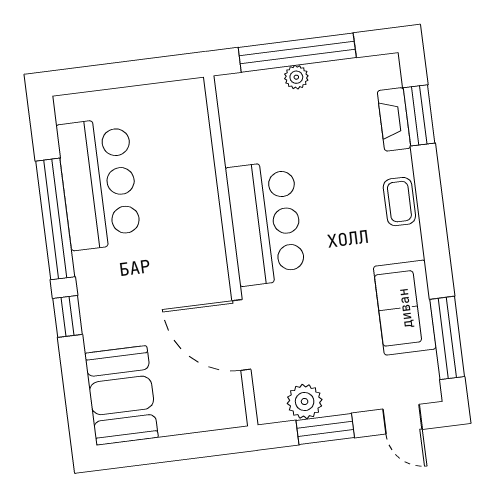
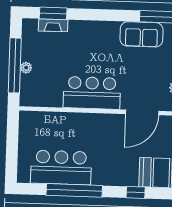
coffee table: (399, 202) -> (92, 29), removed
window: (68, 316) -> (136, 192), moved

